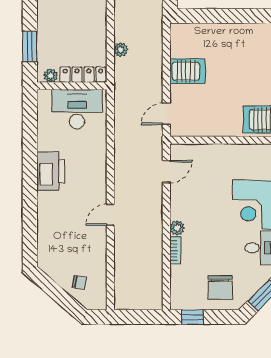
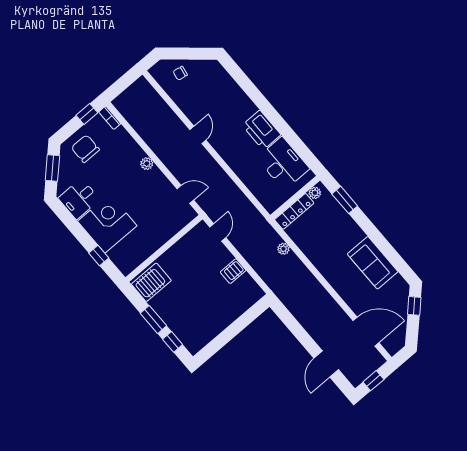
server rack: (187, 71) -> (233, 271), width x0.73, depth x0.70
desk: (77, 109) -> (283, 163), moved, turned -90
door: (166, 172) -> (185, 194), swing flipped
bookcase: (175, 250) -> (110, 118), moved

